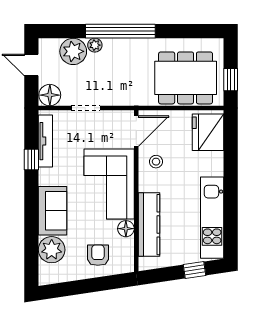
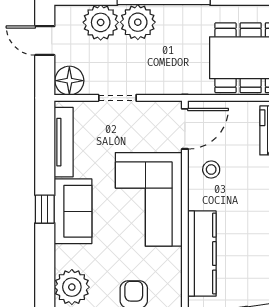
plant: (95, 45) -> (138, 22), width x1.88, depth x1.88
window: (31, 159) -> (45, 209), moved
sofa: (52, 211) -> (73, 211), moved
floor lamp: (126, 229) -> (171, 259), removed

